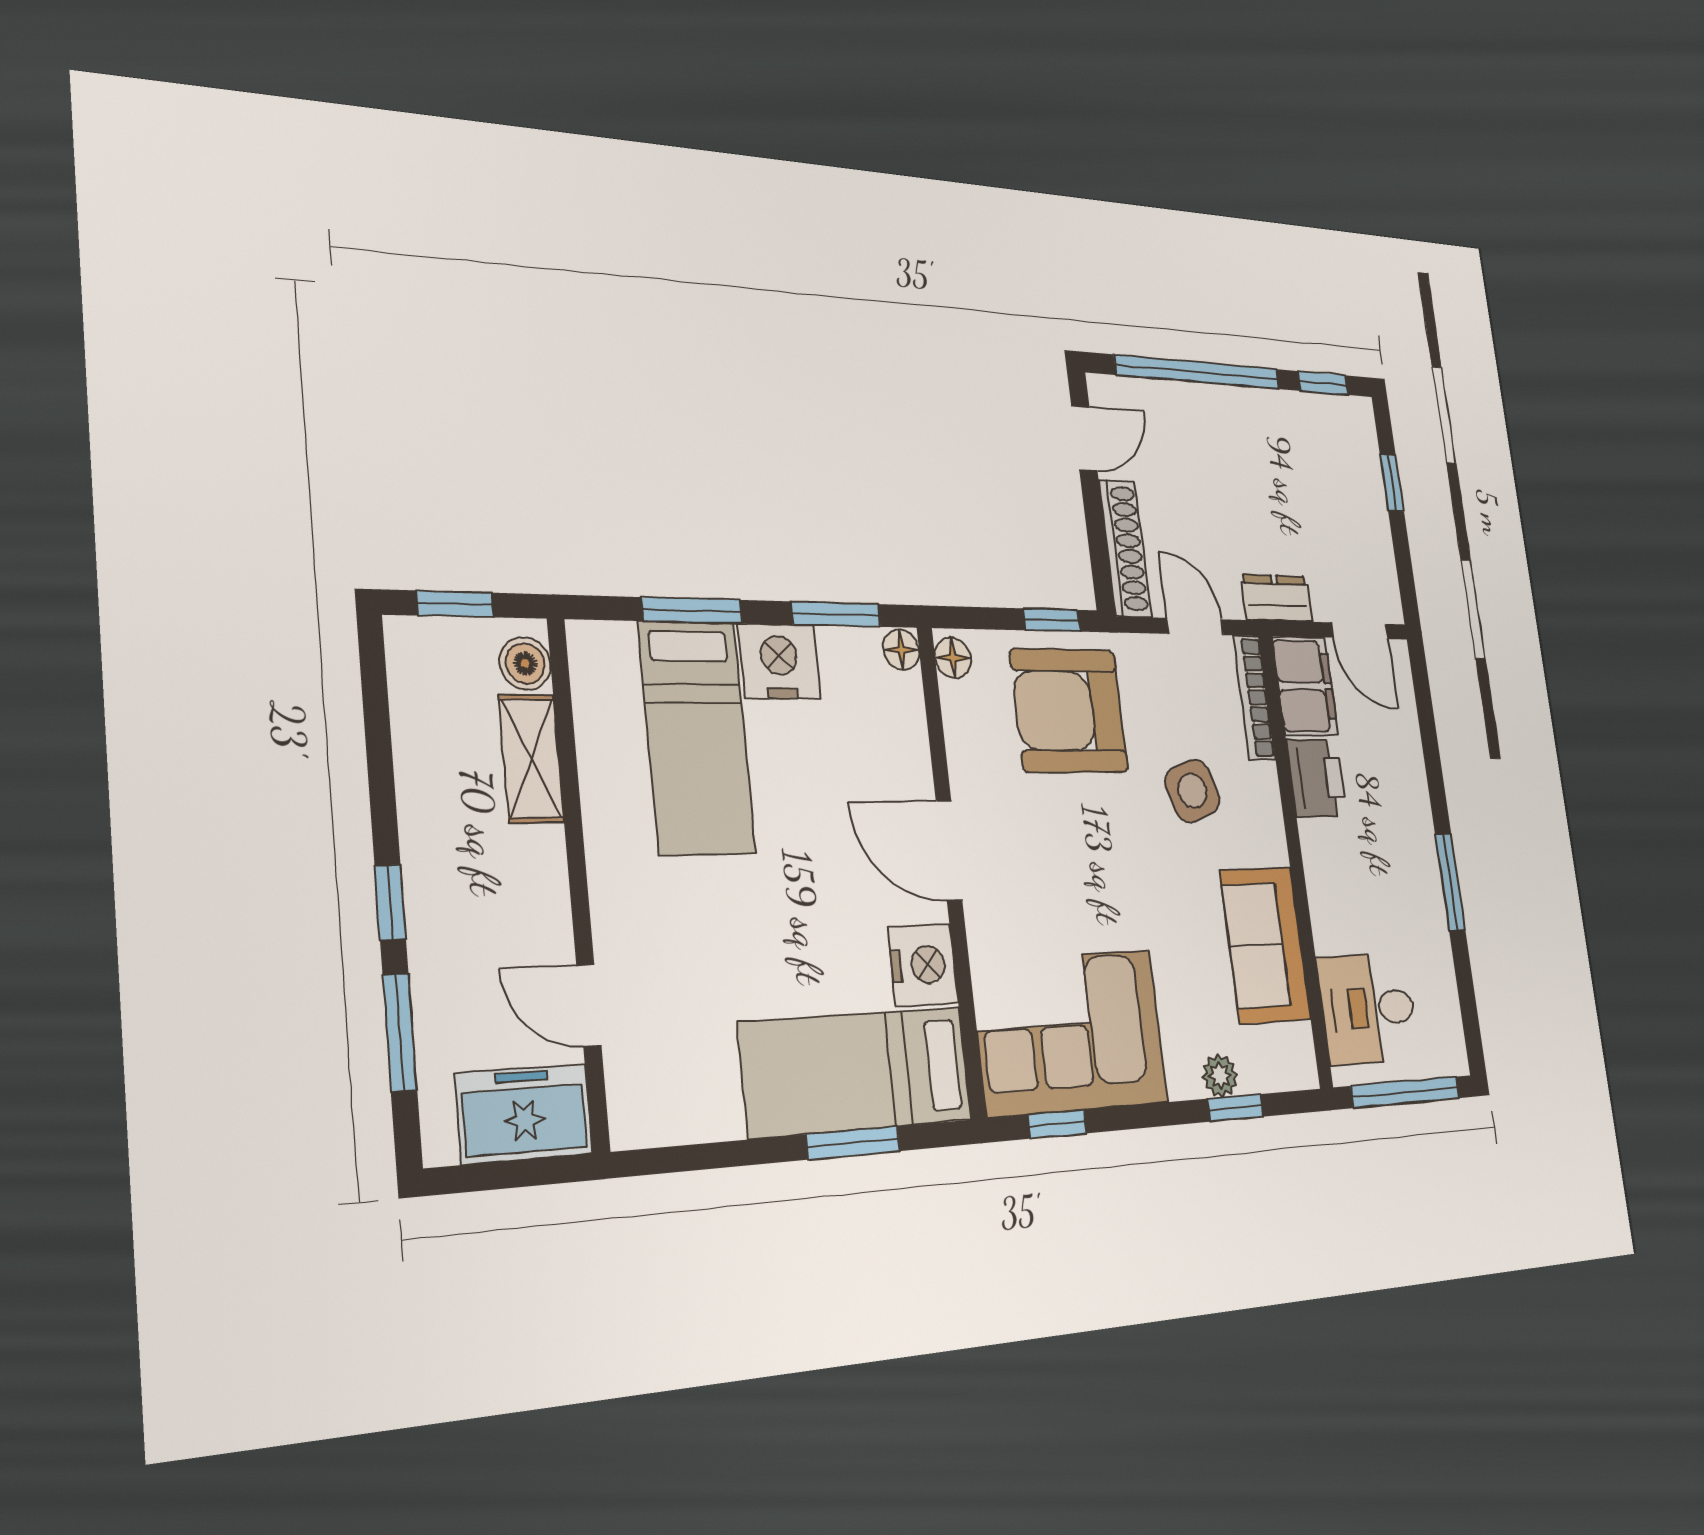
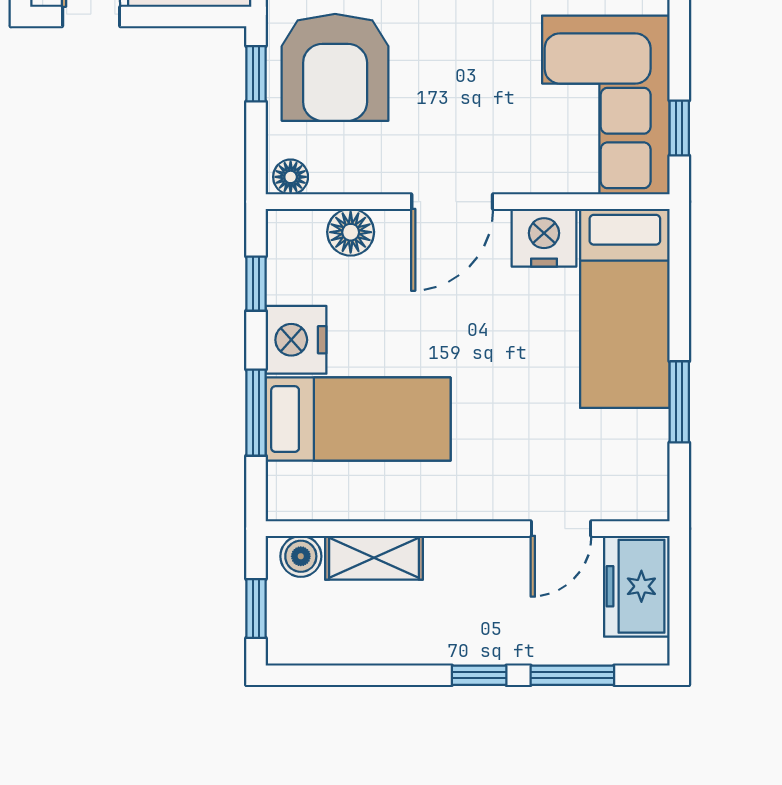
window: (836, 614) -> (256, 284), width x0.67
floor lamp: (901, 650) -> (351, 232), moved, width x1.37, depth x1.37
window: (853, 1143) -> (679, 402), moved

